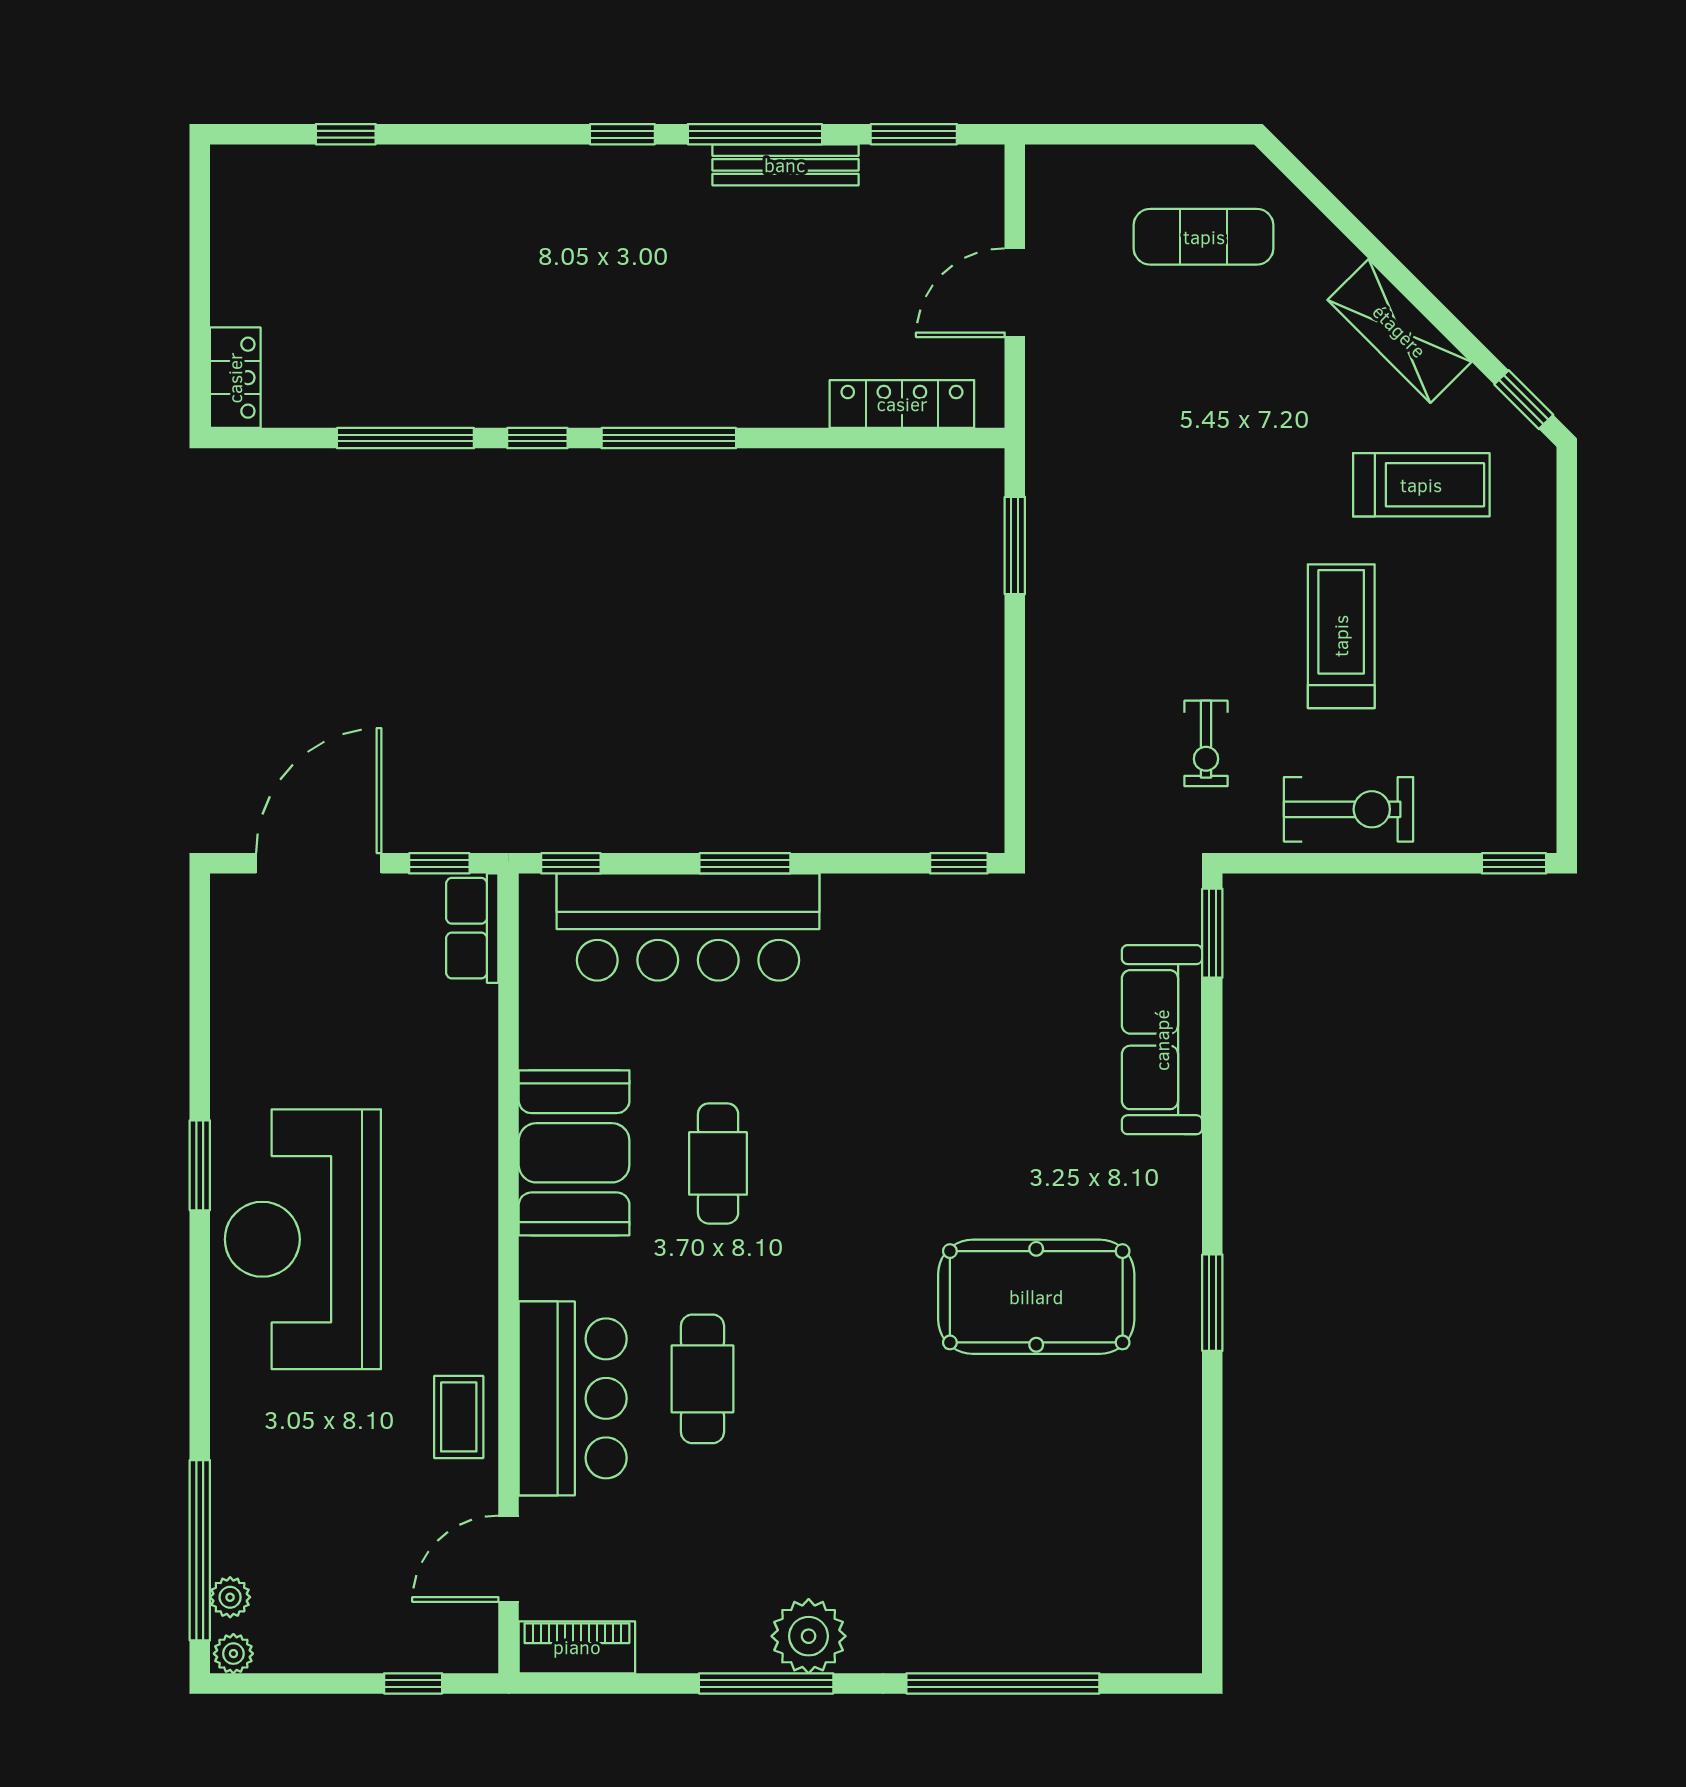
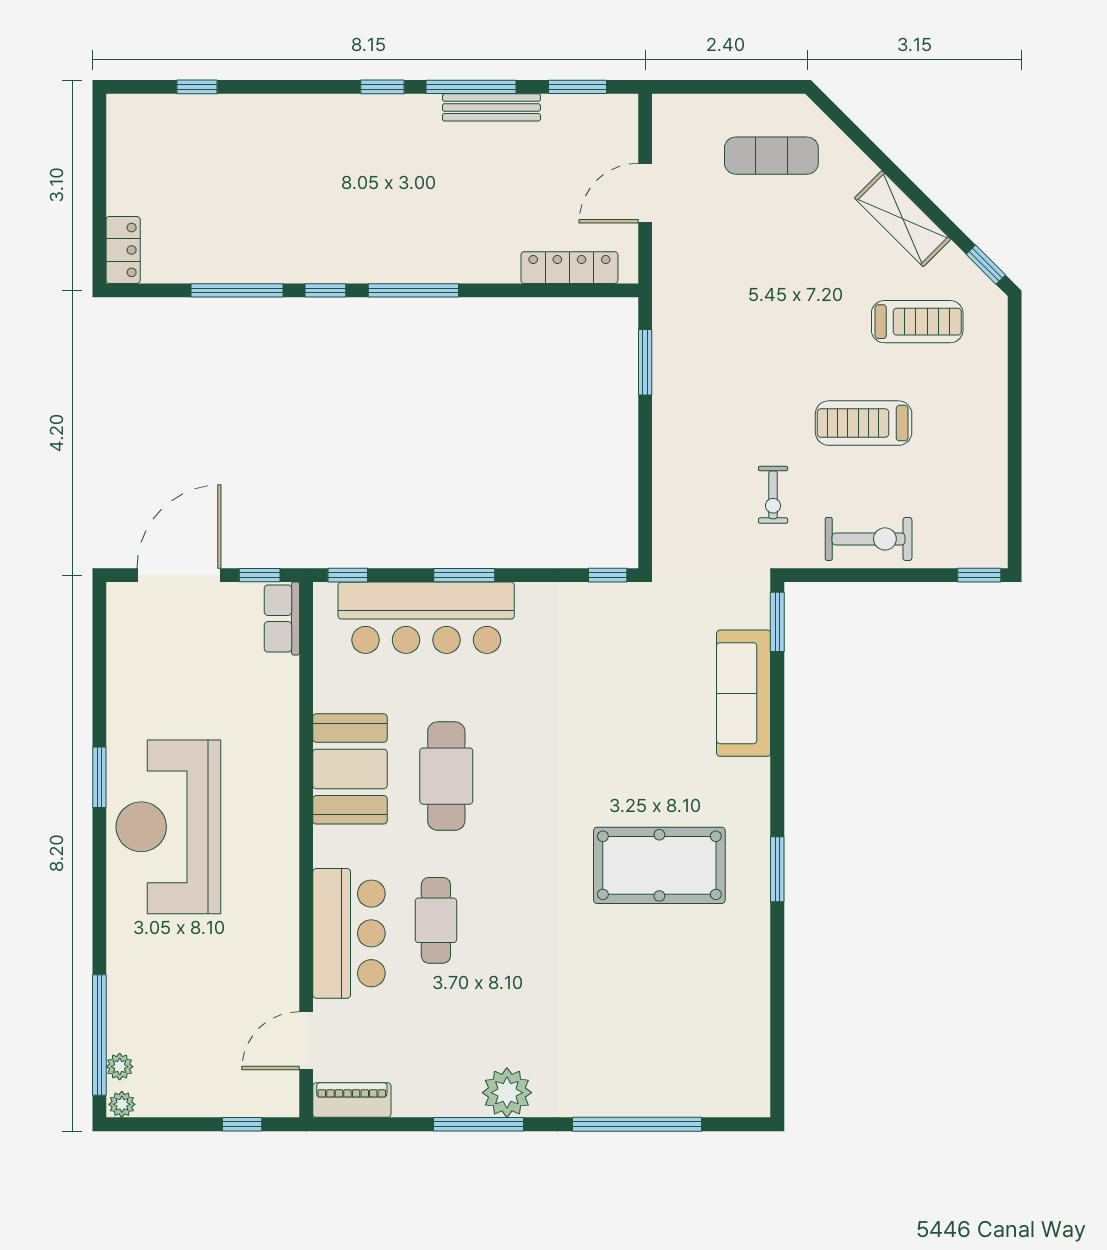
treadmill: (1341, 636) -> (864, 423), turned -90
cafe table: (718, 1163) -> (446, 776), width x1.37, depth x1.35
coffee table: (459, 1417) -> (273, 946), removed

